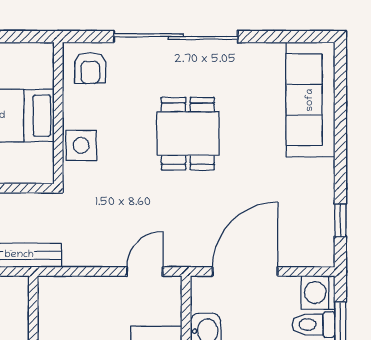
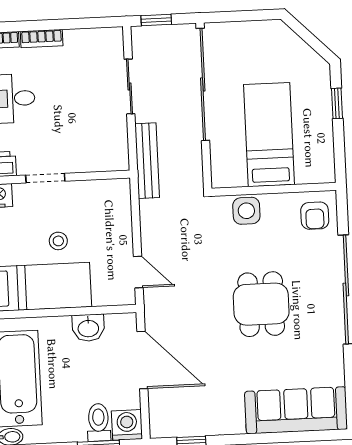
armchair: (90, 68) -> (315, 216), turned -90
dining table: (188, 134) -> (261, 304), turned 90

